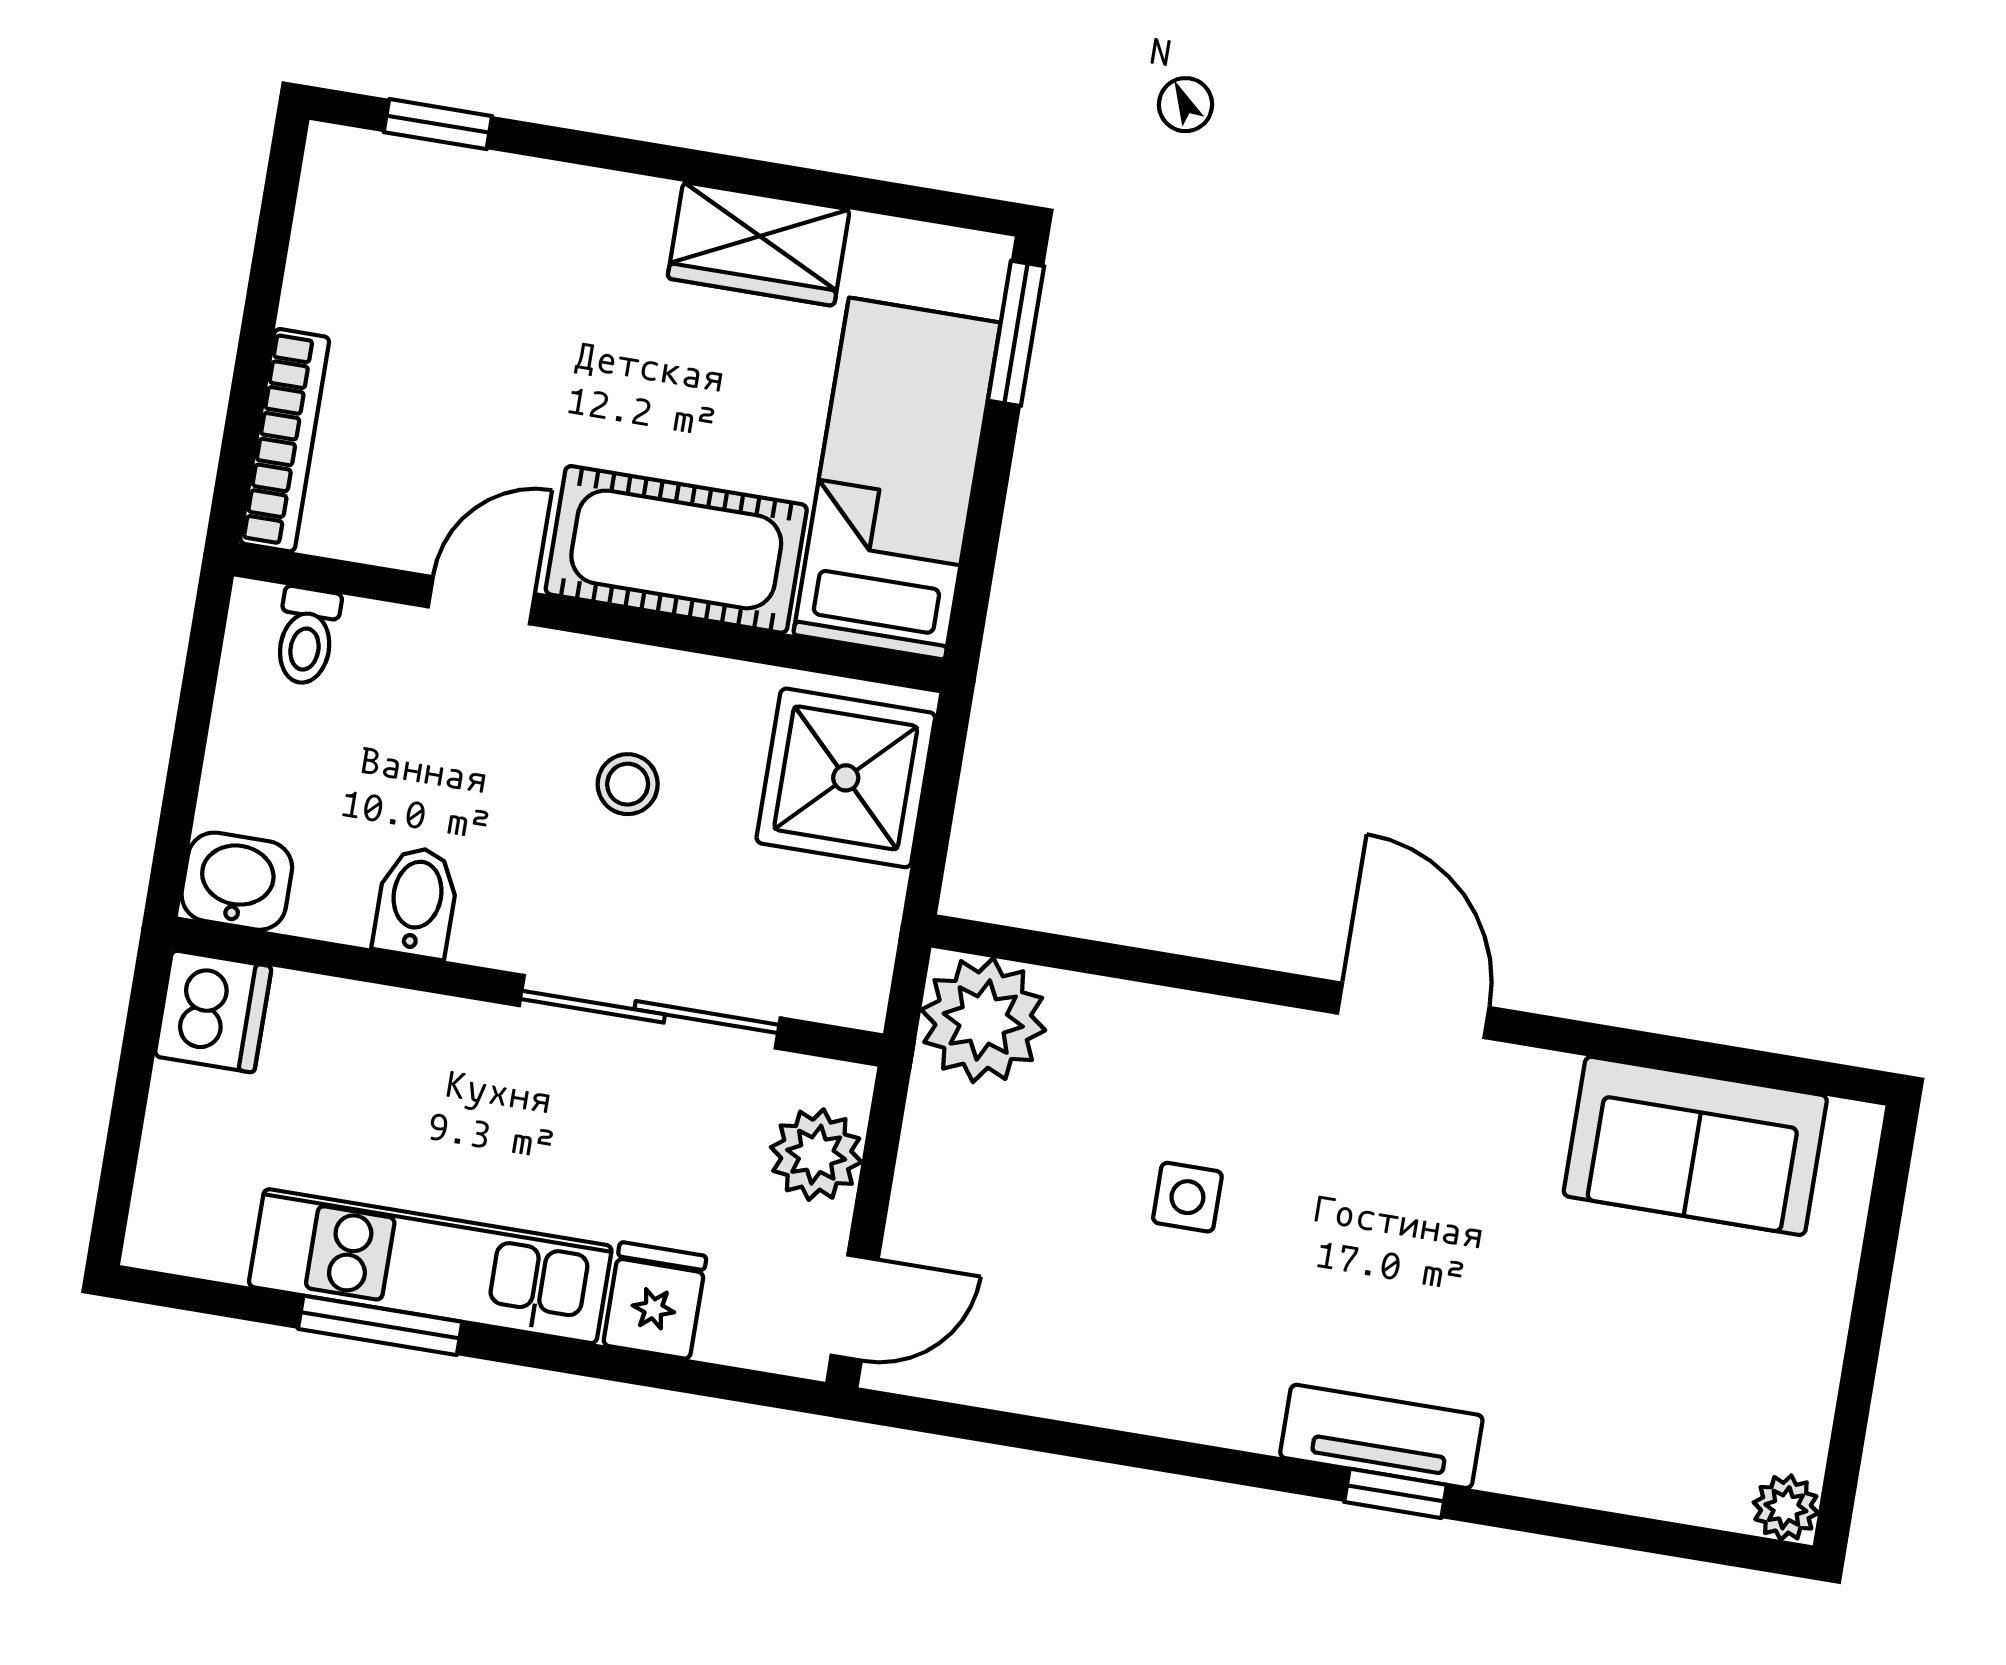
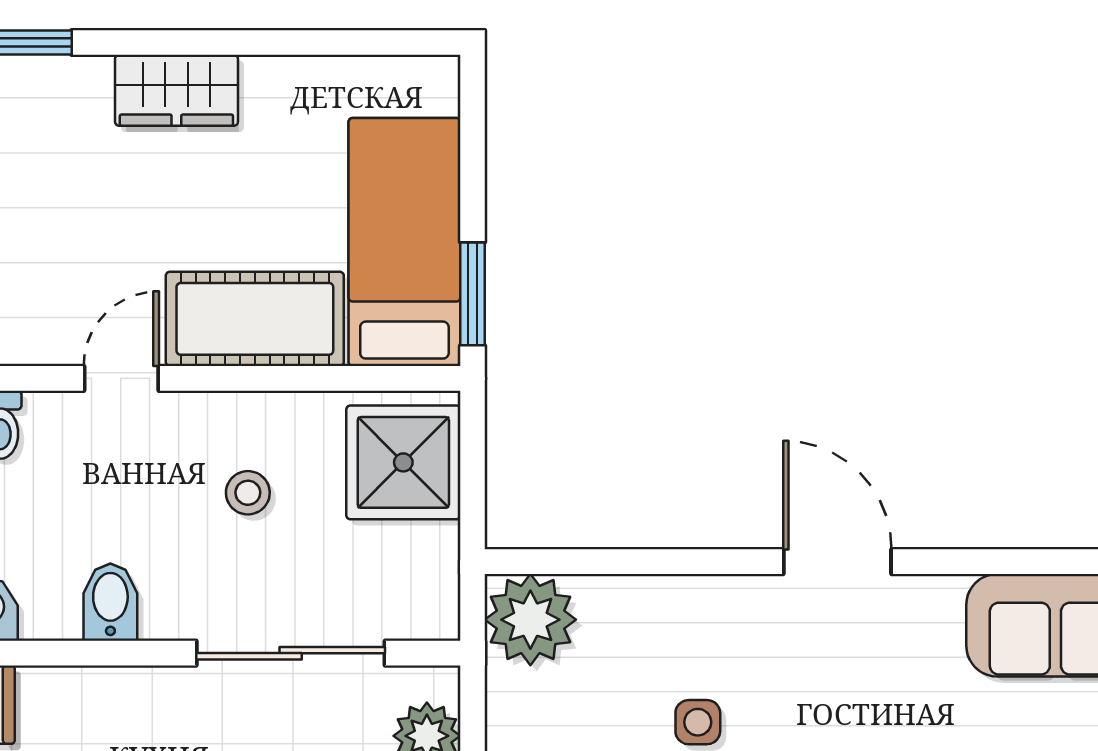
wardrobe: (759, 244) -> (176, 90), moved
window: (1016, 333) -> (473, 294), moved

